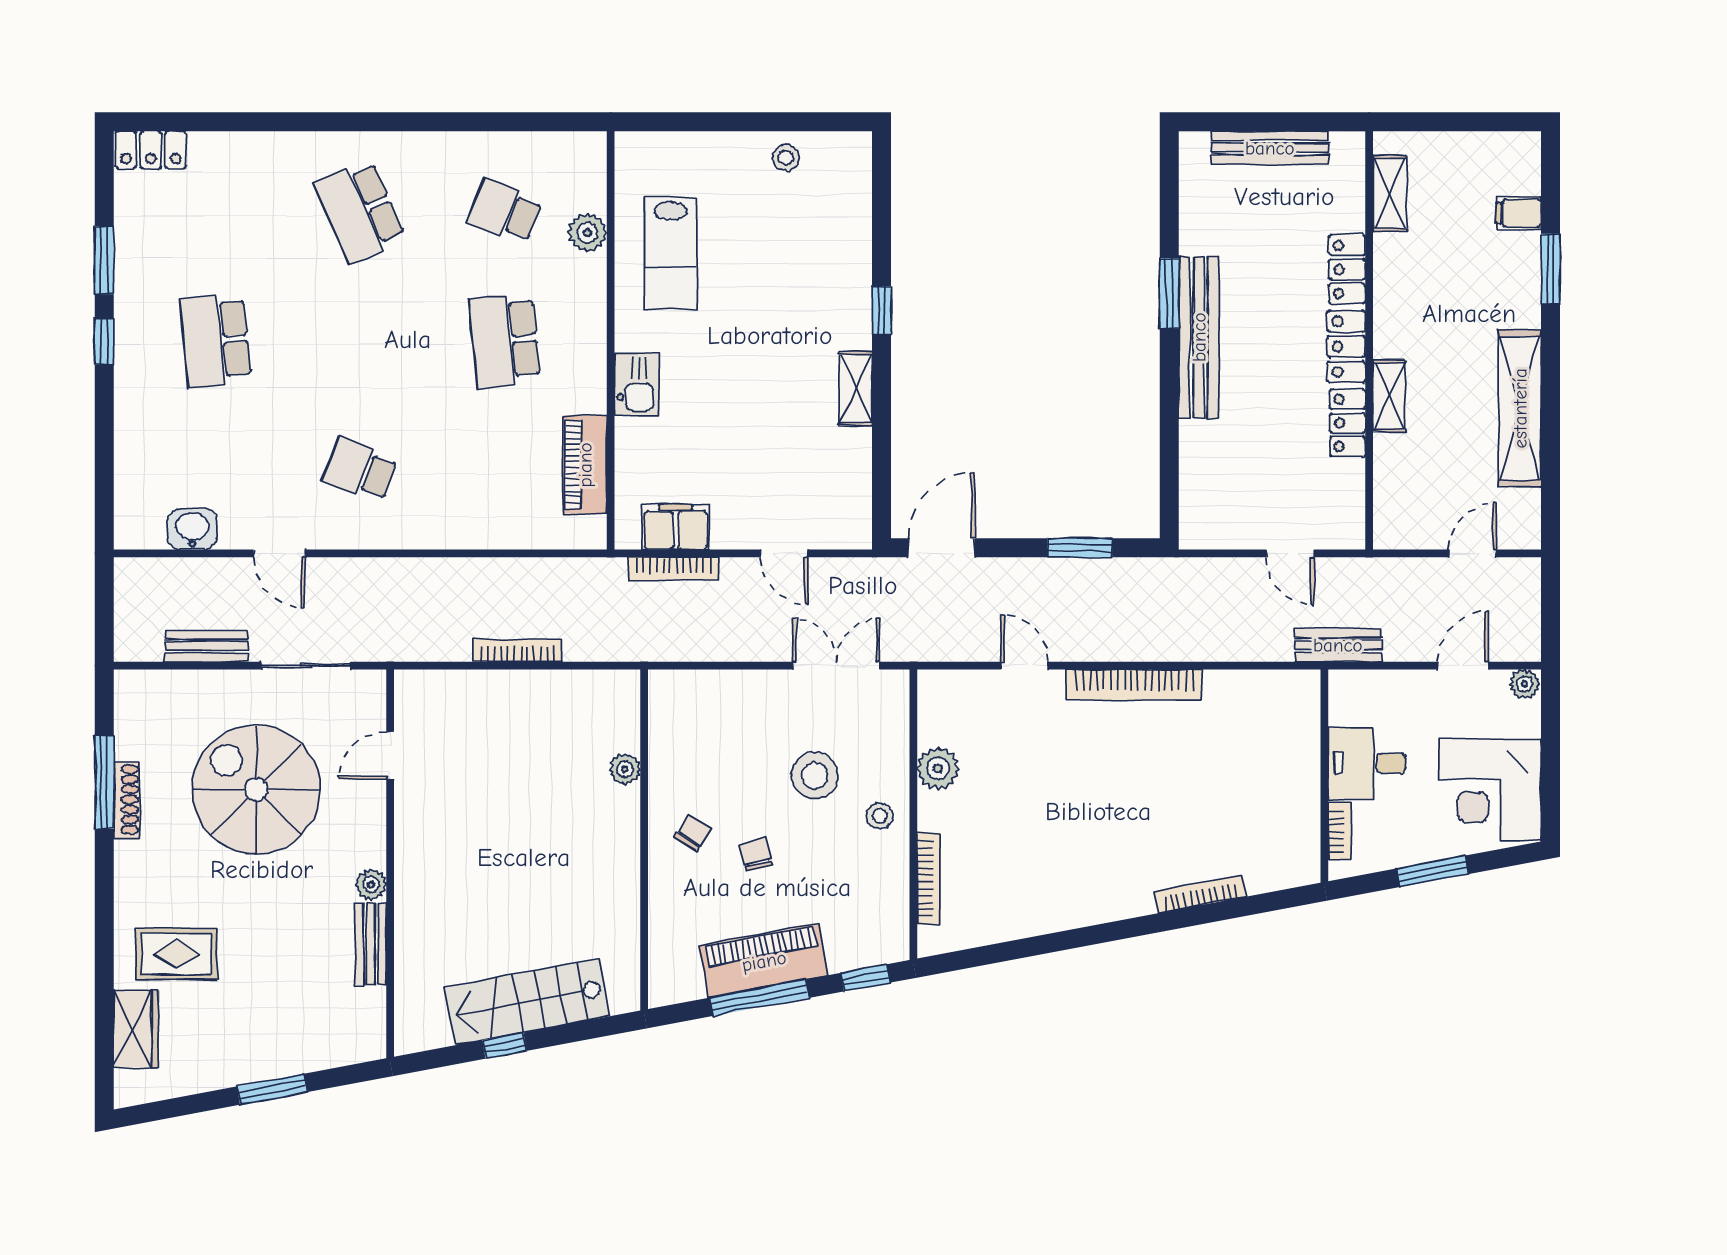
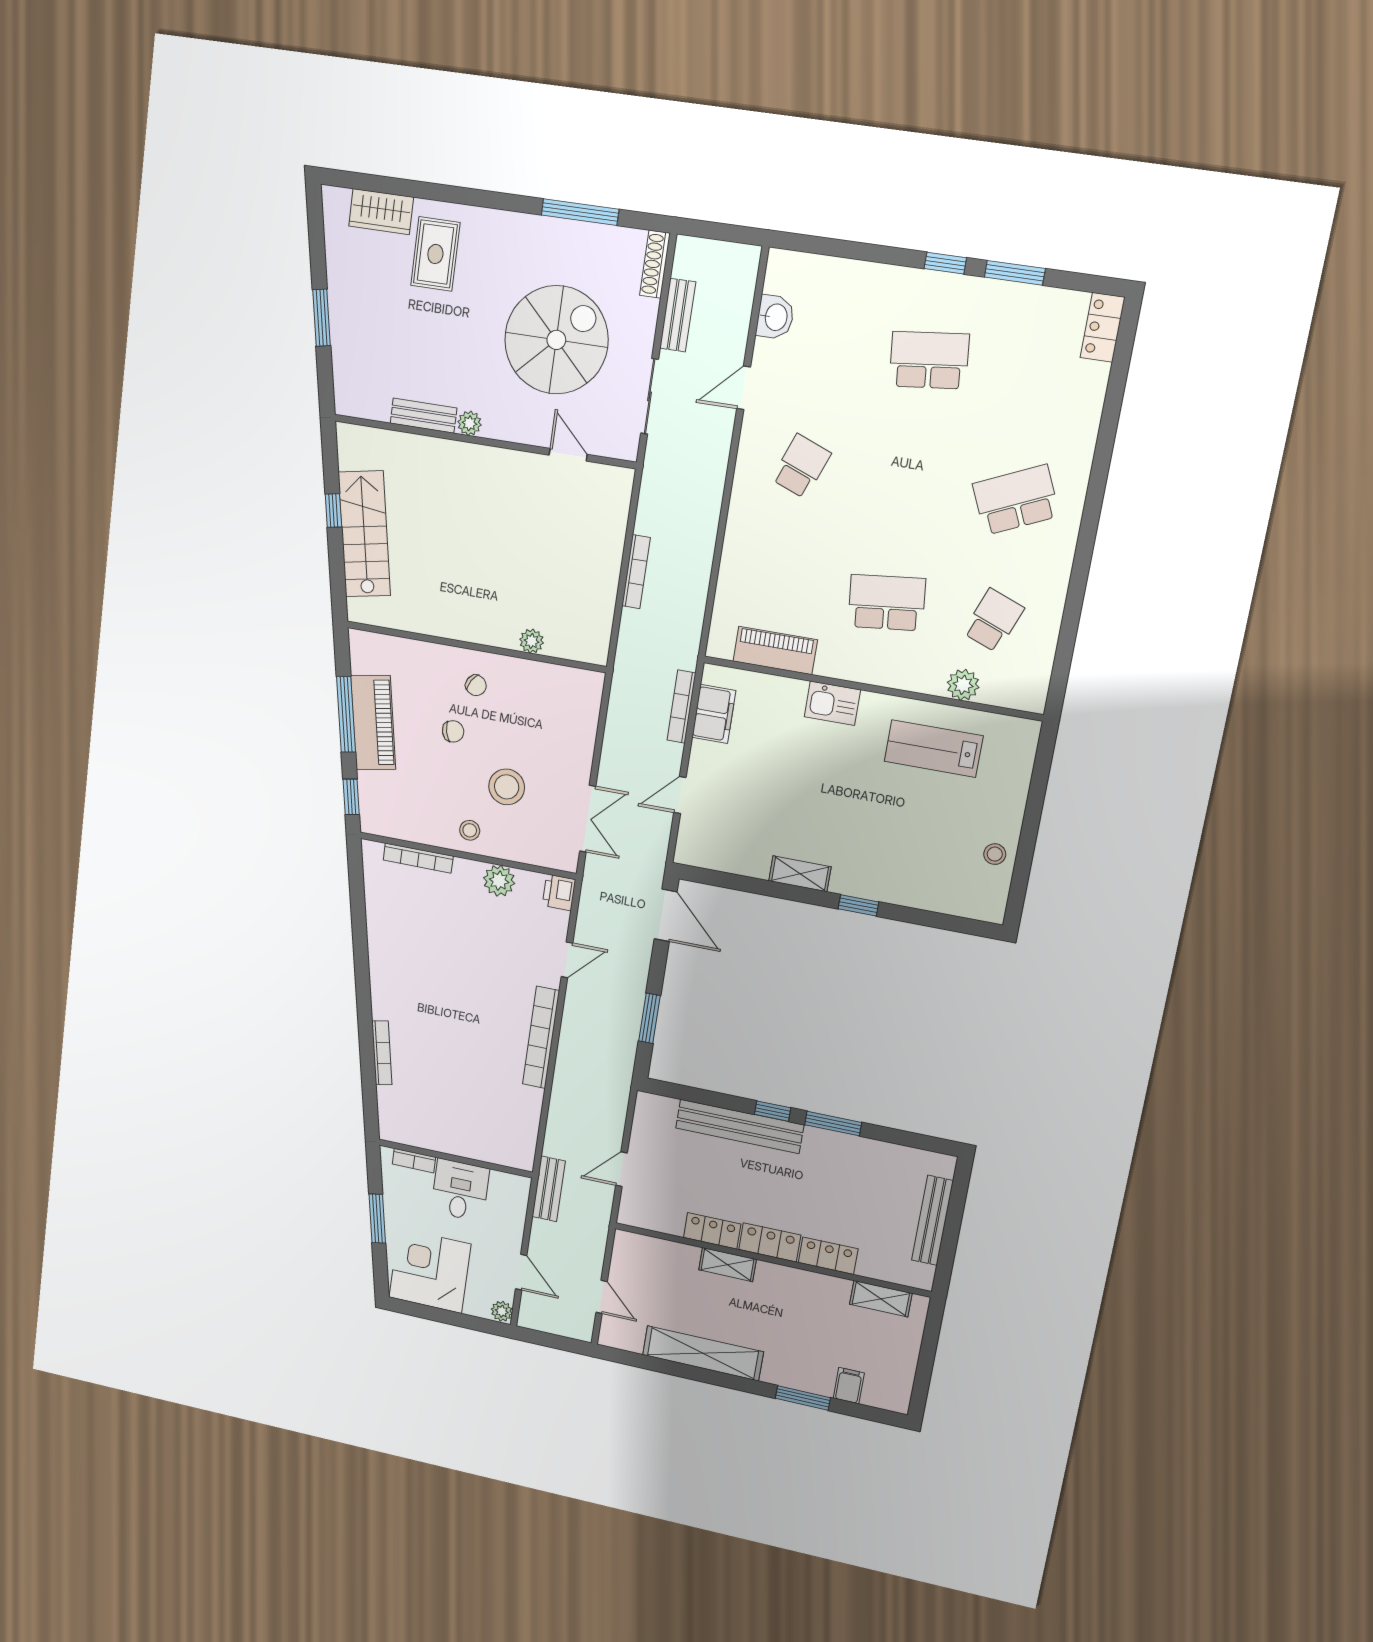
bench: (1199, 337) -> (740, 1126), moved
window: (1169, 372) -> (773, 1111), added
printer: (938, 689) -> (559, 892), added
shoe rack: (127, 799) -> (655, 264), moved, turned 90

